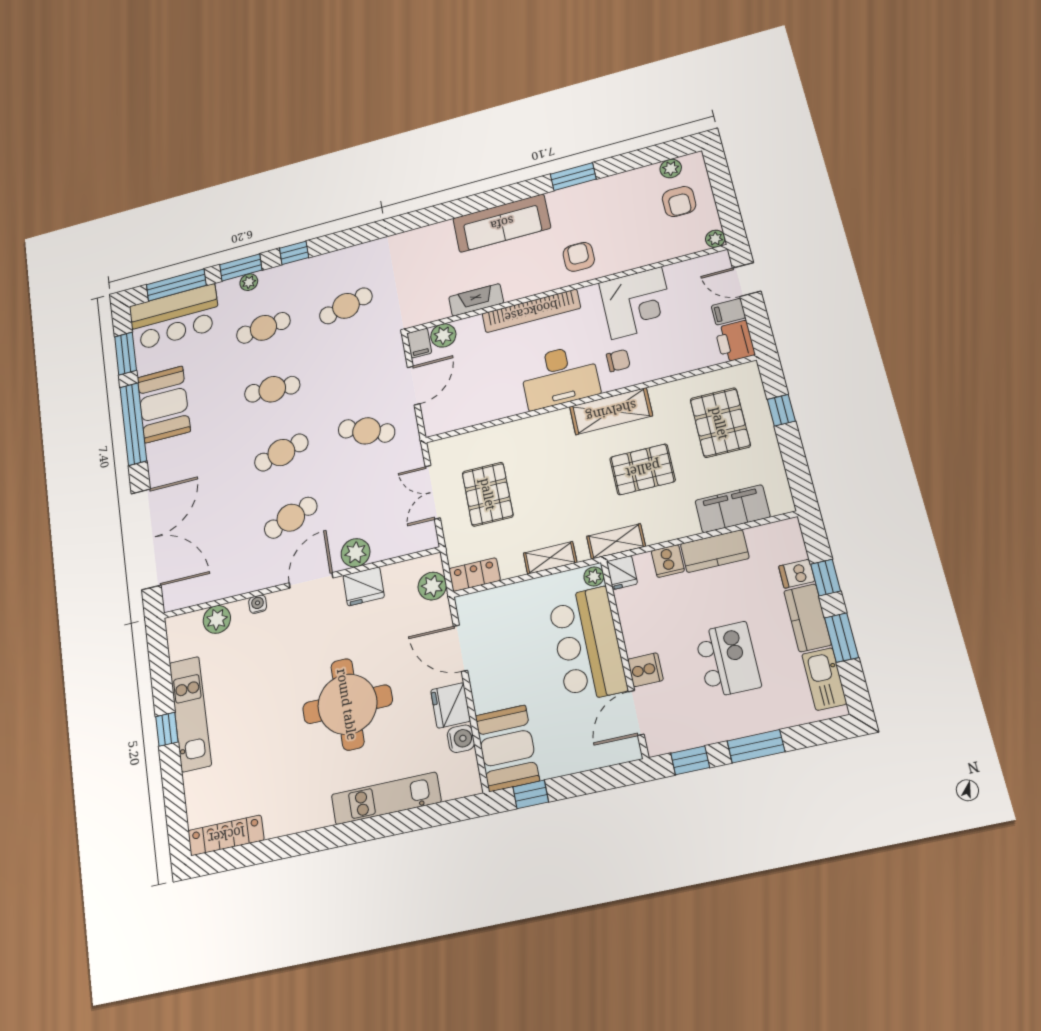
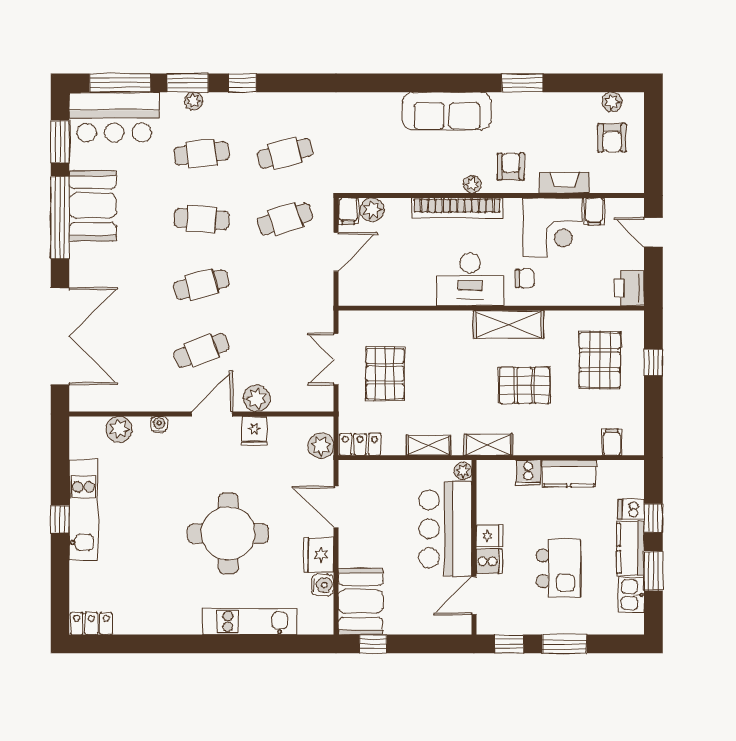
plant: (715, 239) -> (472, 184), moved
fireplace: (476, 300) -> (564, 183), moved
filing cabinet: (728, 312) -> (594, 211), moved, turned -90
cafe table: (367, 431) -> (285, 219), moved, turned -39
filing cabinet: (732, 509) -> (612, 442), width x0.33, depth x0.86
fridge: (622, 573) -> (490, 536), moved, turned -90
fridge: (364, 586) -> (254, 431), width x0.72
kitchen sink: (824, 679) -> (631, 595), width x0.73
locker: (226, 835) -> (91, 624), width x0.66

